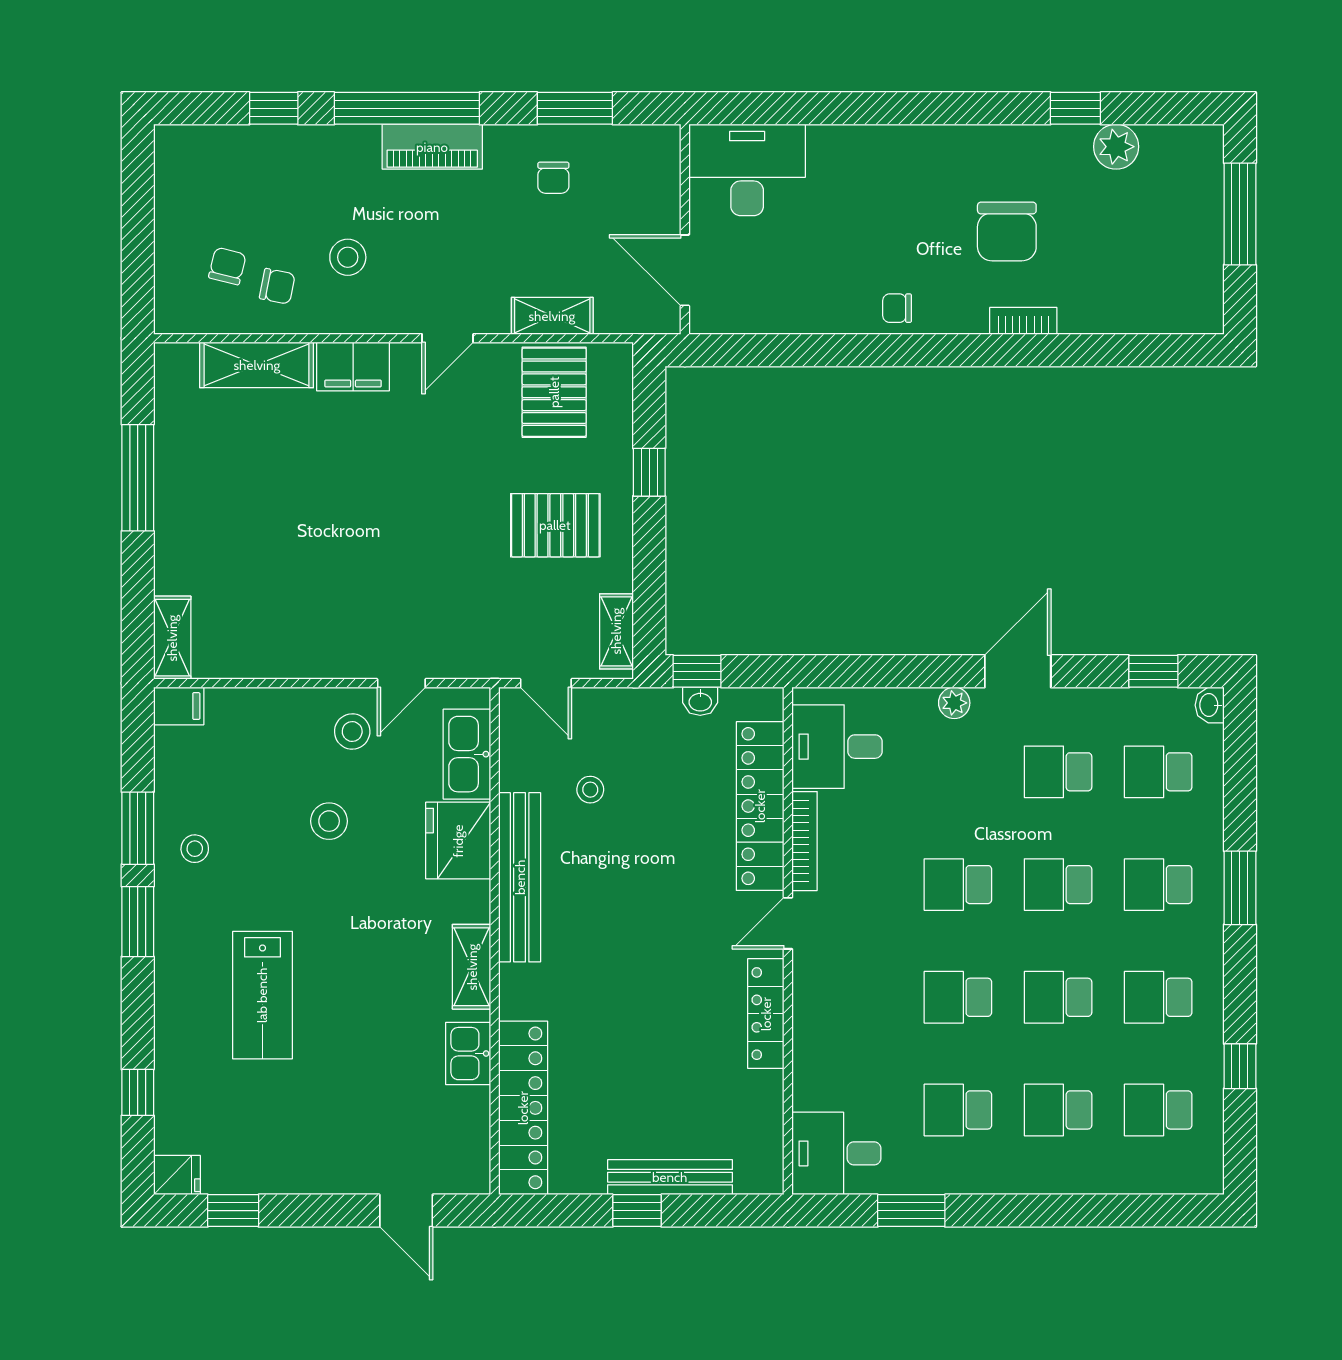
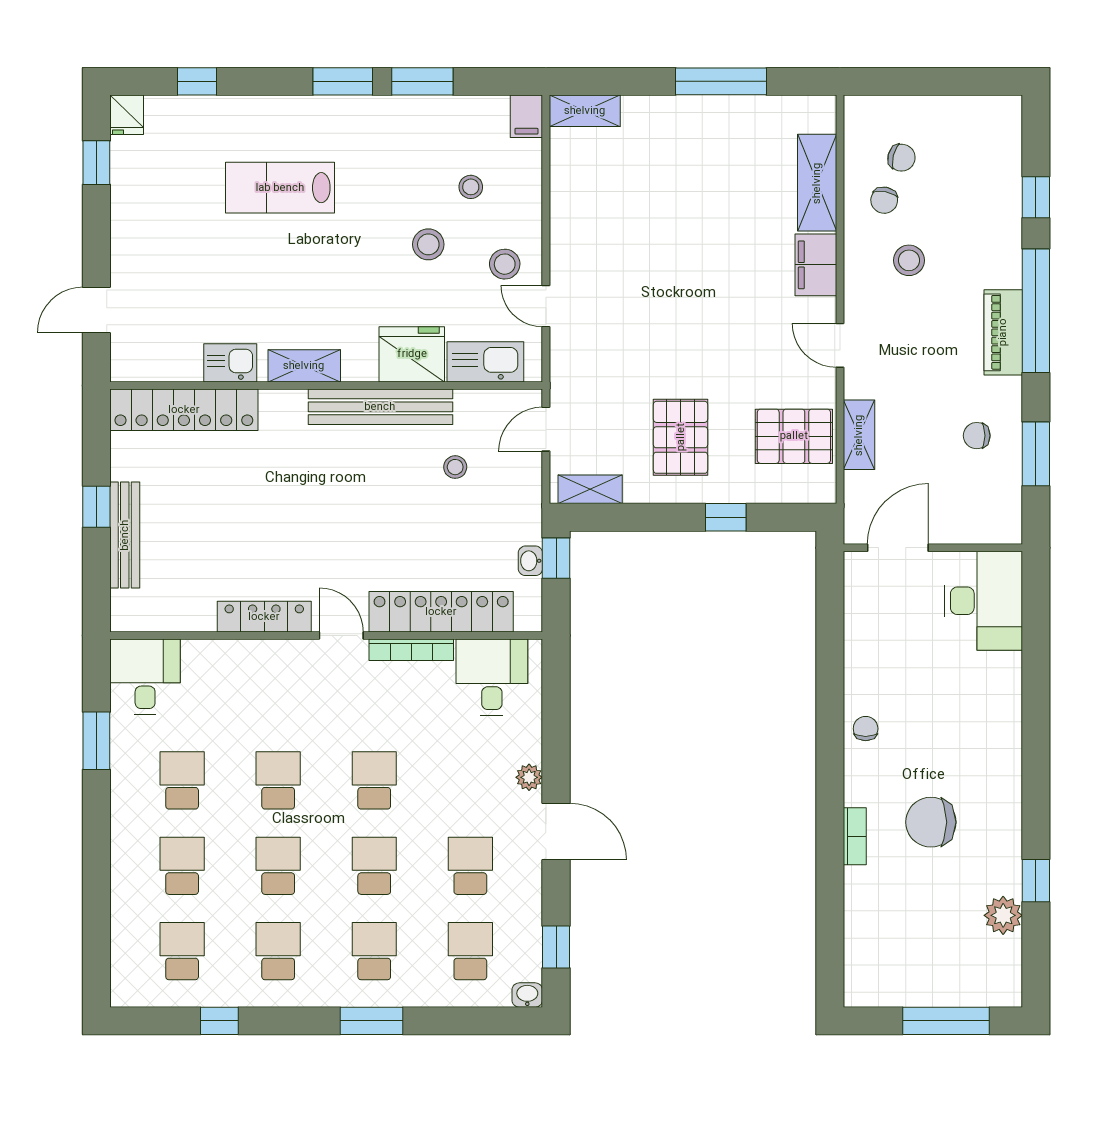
stool: (195, 849) -> (471, 187), moved

